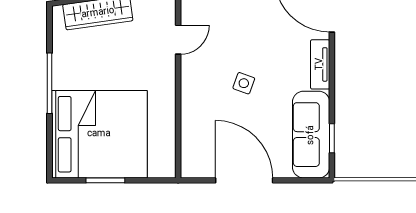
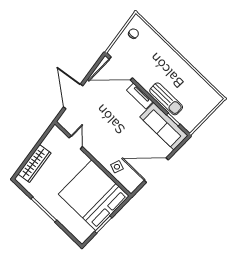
side table: (244, 83) -> (117, 167), moved
sun lounger: (350, 103) -> (166, 99), added
bed: (99, 134) -> (94, 195), moved, turned -90

